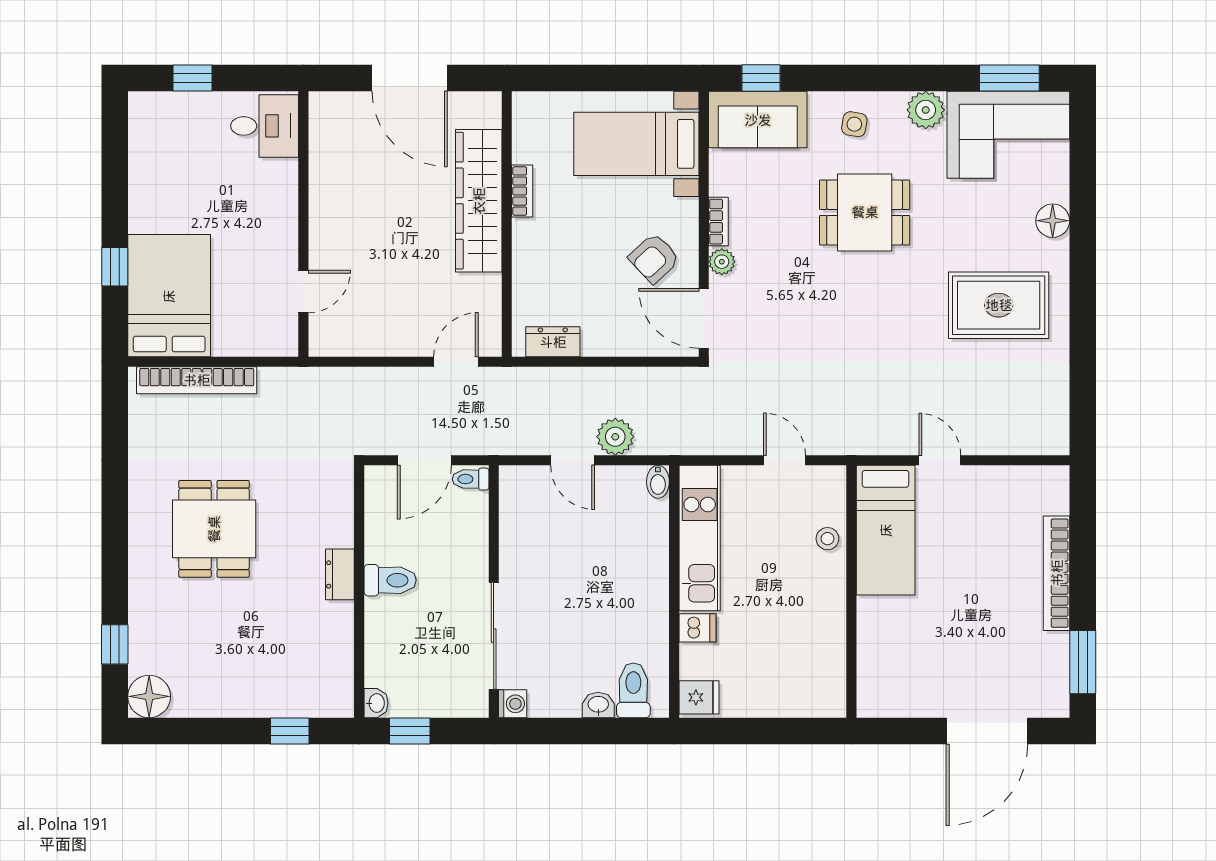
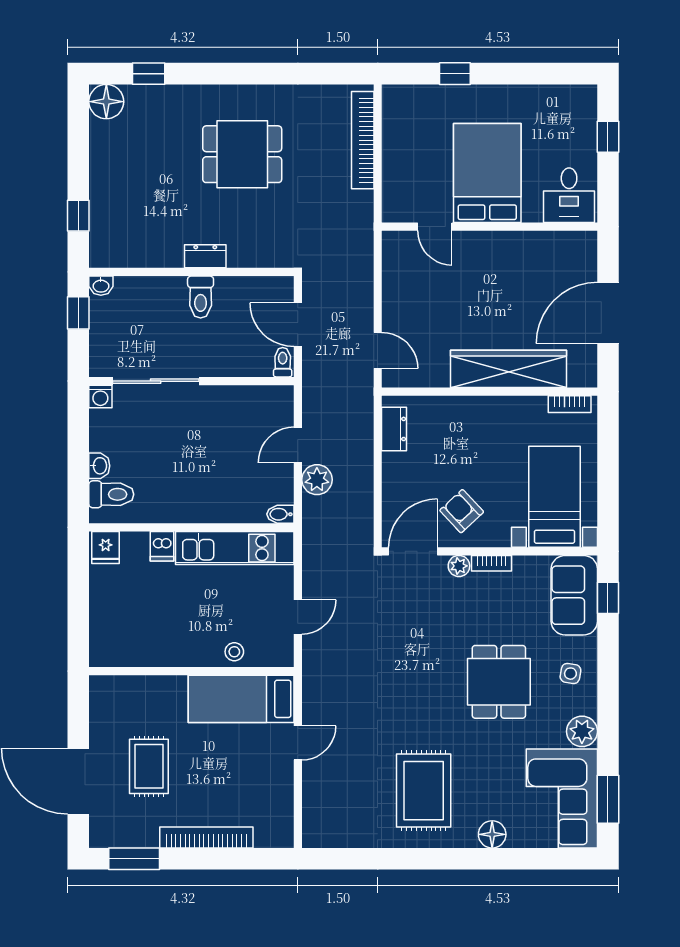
bookcase: (522, 191) -> (570, 404), moved
bed: (169, 296) -> (487, 173), moved, turned -90
rug: (969, 644) -> (149, 766), added

